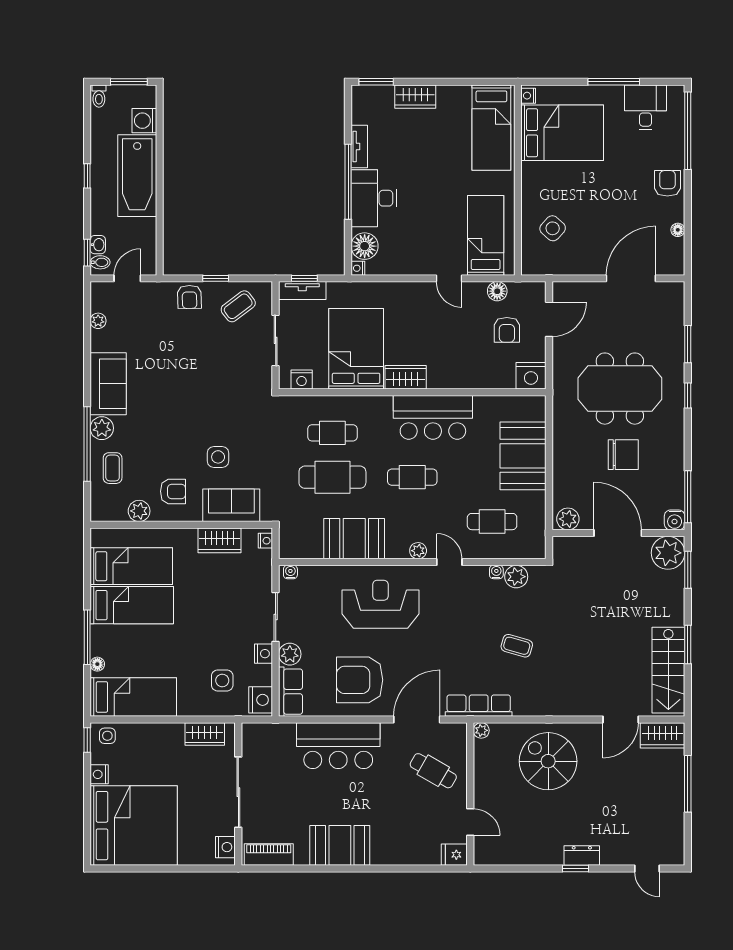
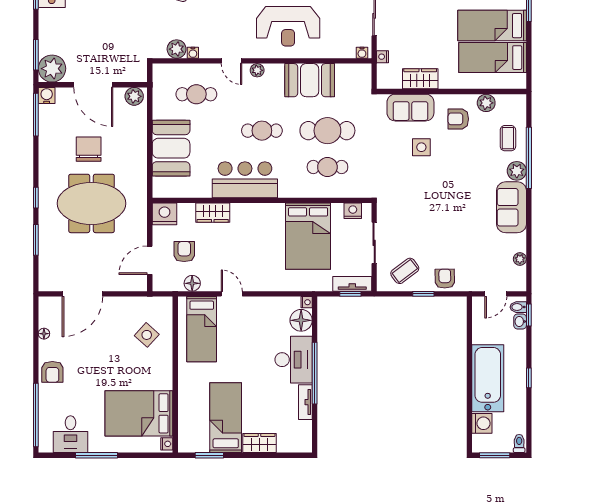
window: (376, 82) -> (209, 455), moved
bed: (491, 128) -> (226, 418), moved
wardrobe: (406, 377) -> (213, 213), moved
chair: (623, 455) -> (89, 149), turned 90
nightstand: (265, 541) -> (382, 57), moved

